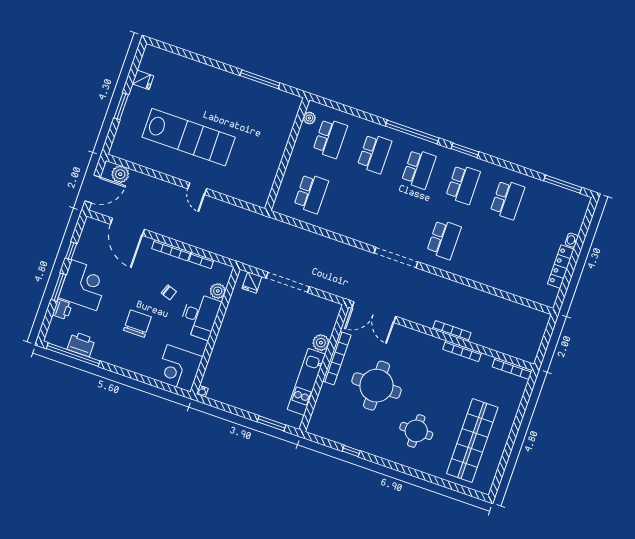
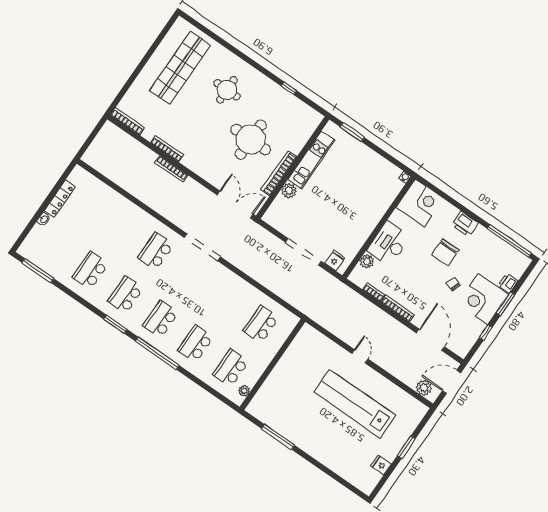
chair: (169, 292) -> (453, 284), moved
printer: (81, 344) -> (465, 224), moved

